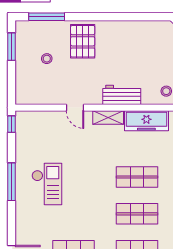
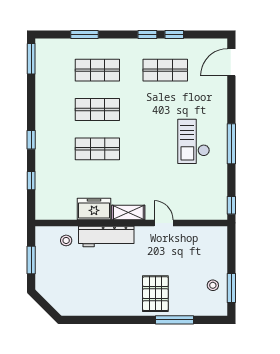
window: (47, 17) -> (175, 320), moved
stool: (47, 59) -> (213, 285), moved
workbench: (122, 95) -> (106, 236), width x1.38
freezer: (146, 121) -> (94, 209), width x0.71

